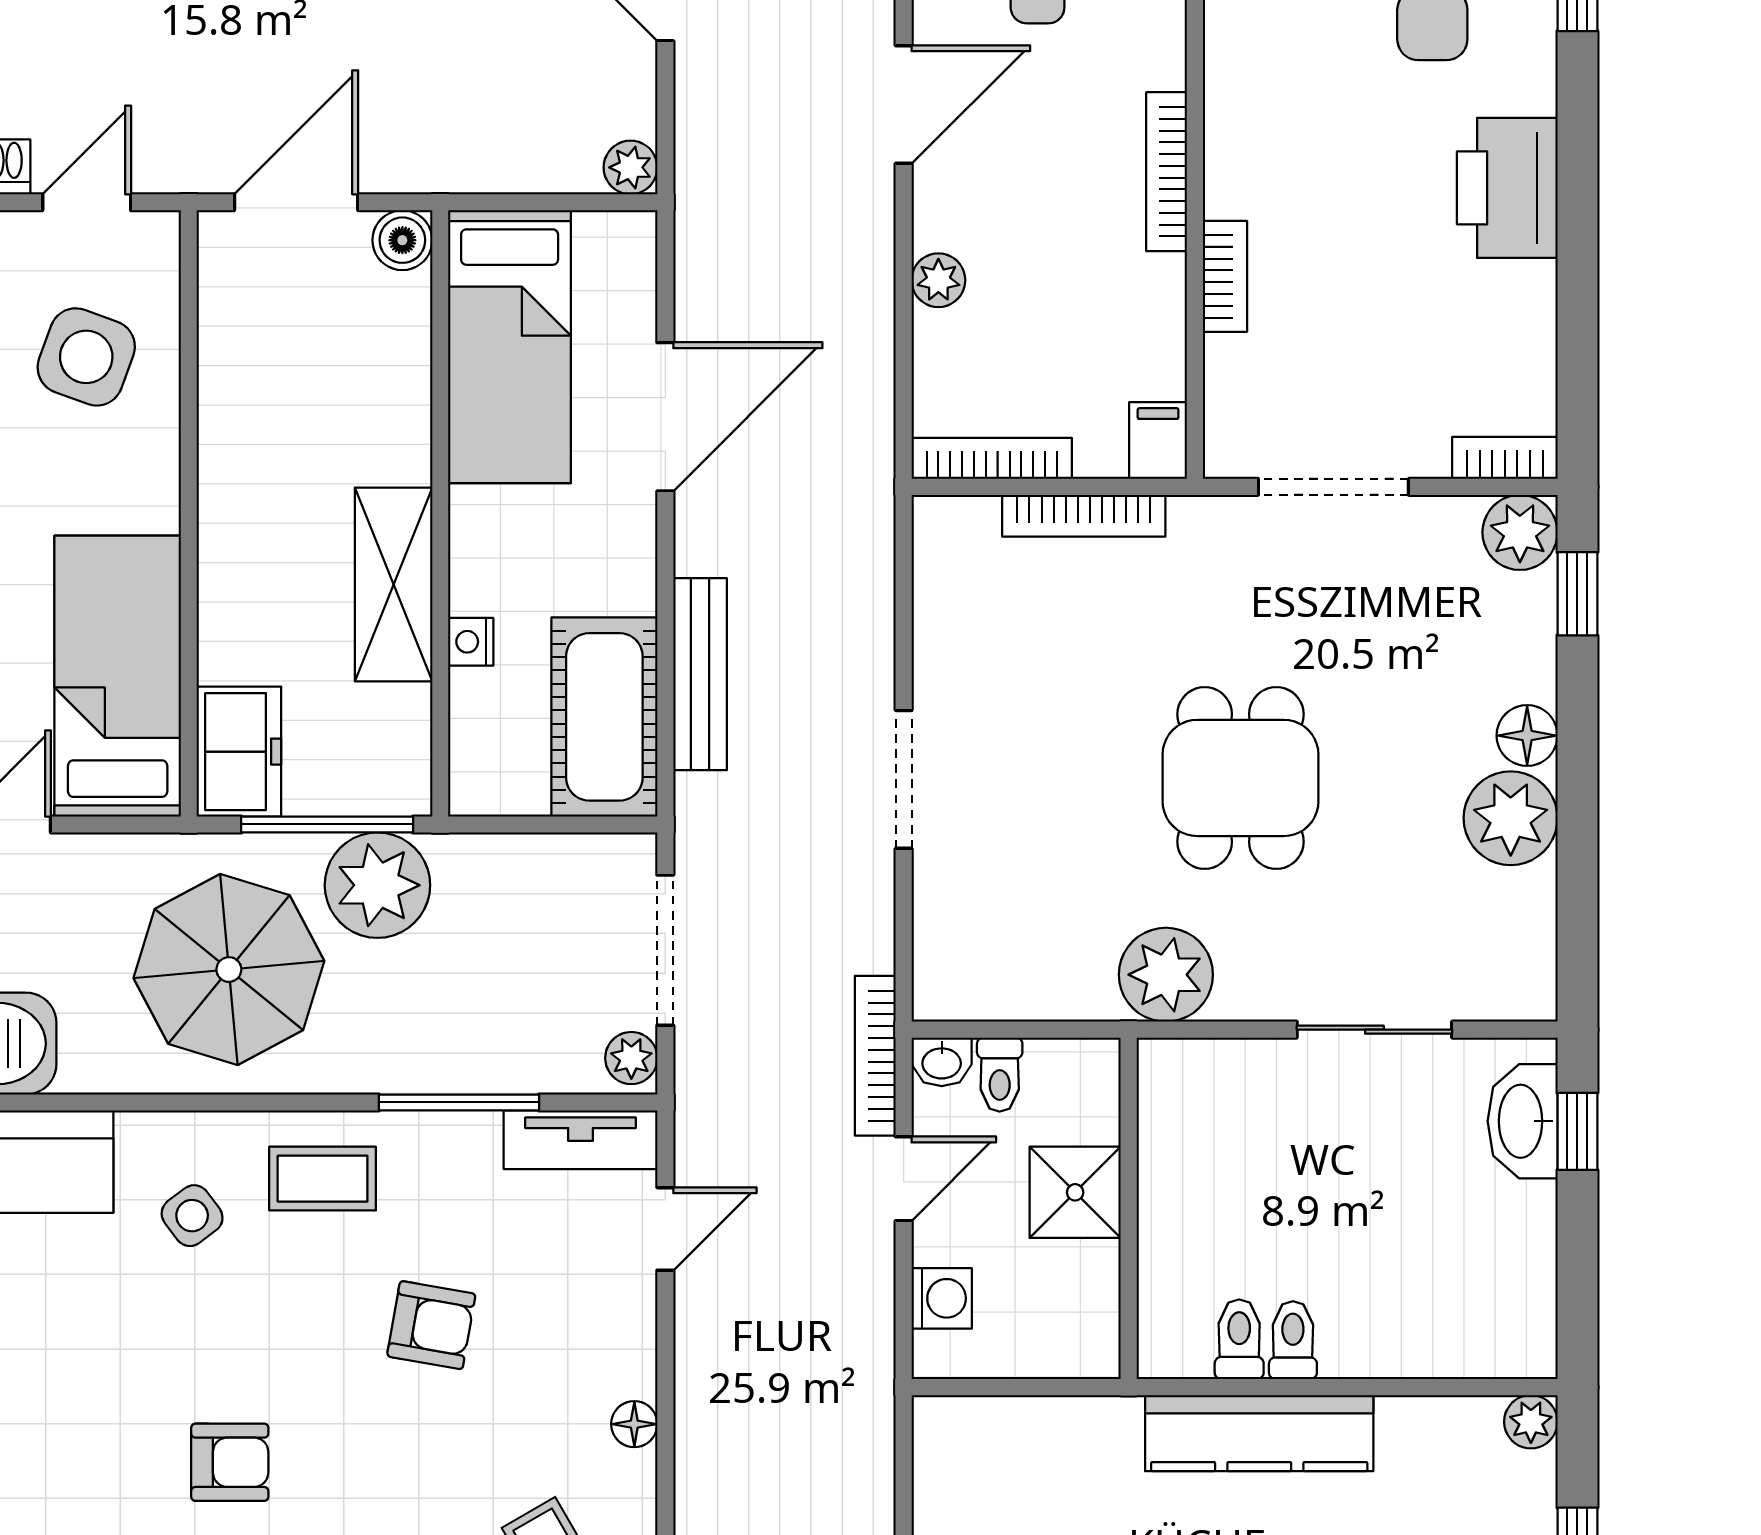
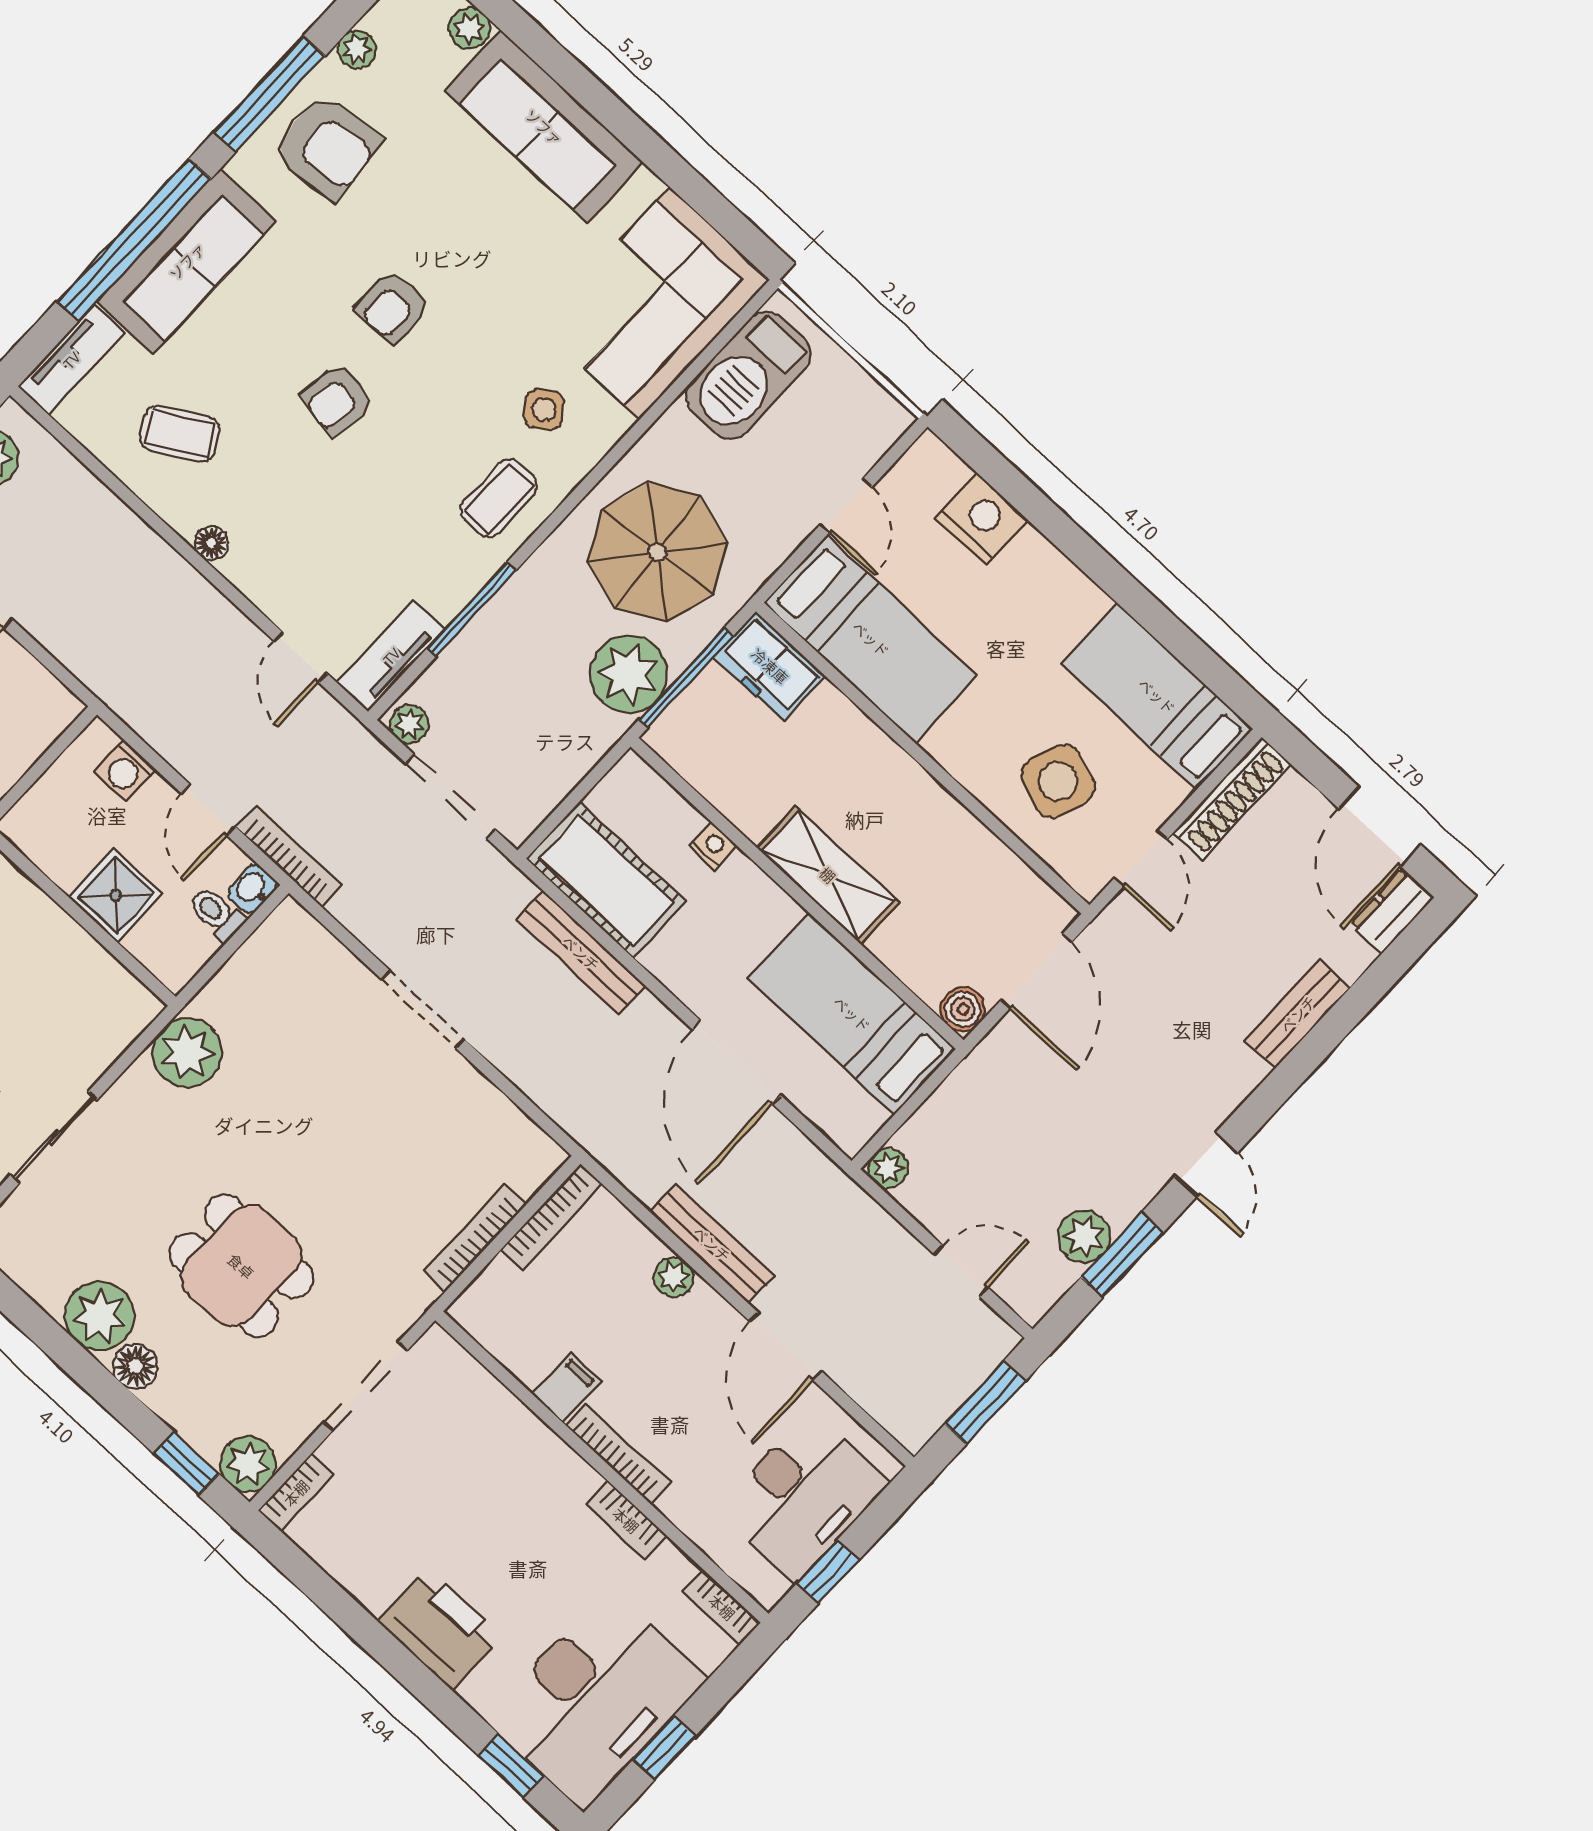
bench: (870, 273) -> (712, 1244), added
bookcase: (1225, 276) -> (626, 1520), moved
filing cabinet: (1158, 441) -> (566, 1387), moved, turned -90
shelving: (394, 584) -> (828, 875), moved
dining table: (1240, 778) -> (241, 1266), moved
armchair: (431, 1325) -> (338, 400), moved

